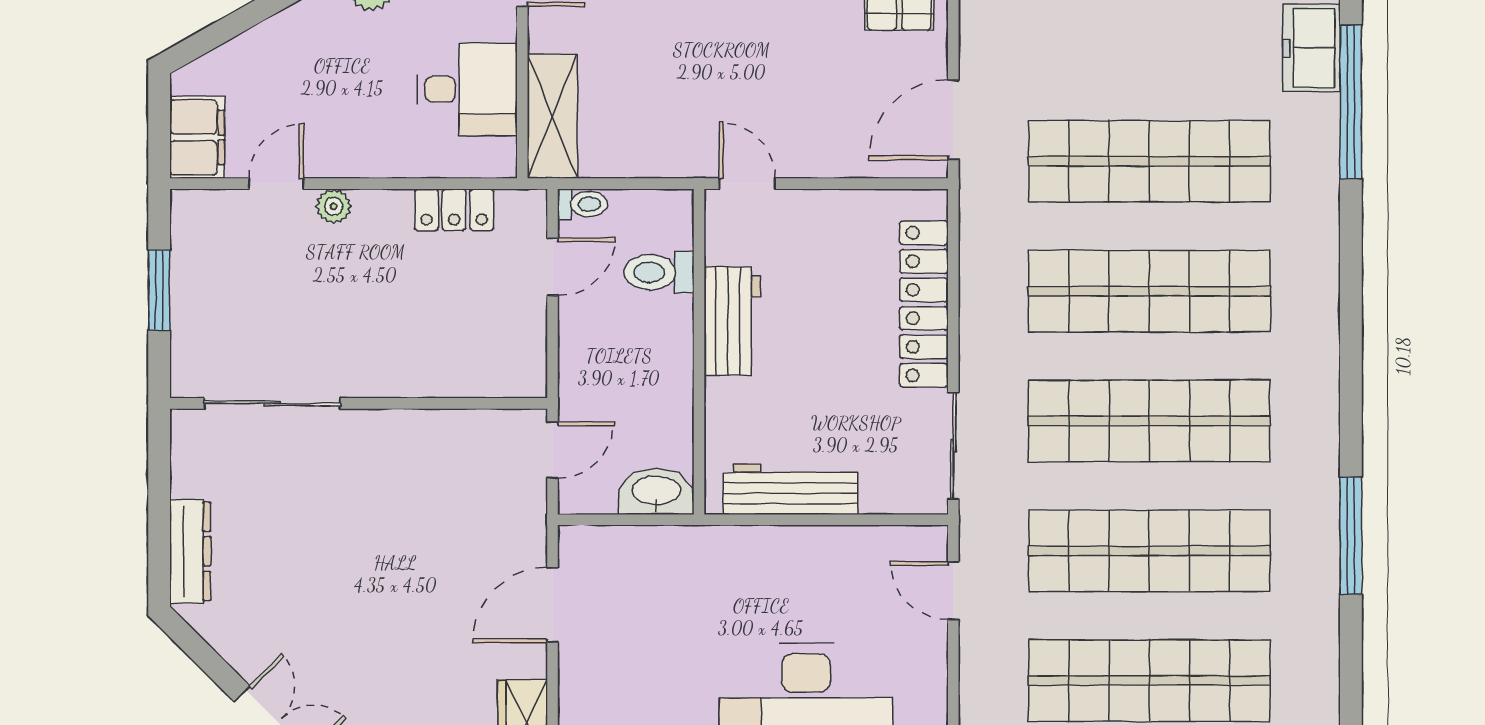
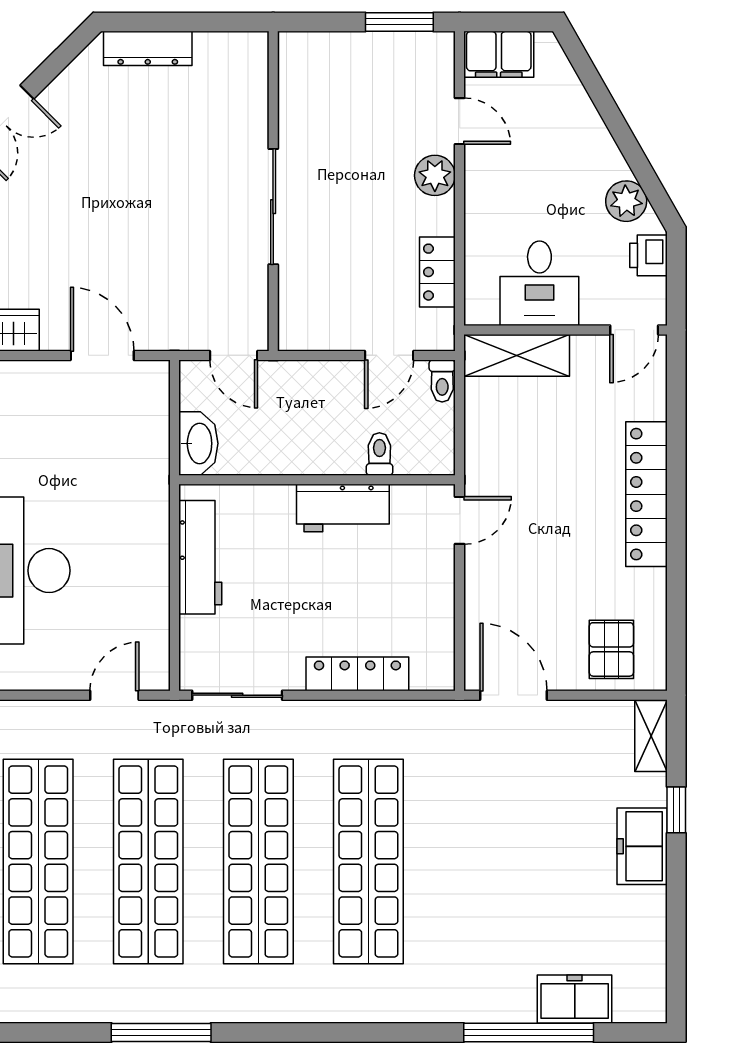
shop shelf: (1149, 161) -> (478, 861), removed
plant: (334, 206) -> (435, 175), width x1.38, depth x1.38
door: (552, 267) -> (389, 355), hinge flipped
toilet: (659, 272) -> (379, 454), width x0.73, depth x0.72
window: (159, 290) -> (399, 22), moved
locker: (924, 304) -> (357, 674), width x0.71, depth x0.83
sliding door: (272, 403) -> (273, 207), moved

